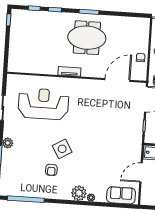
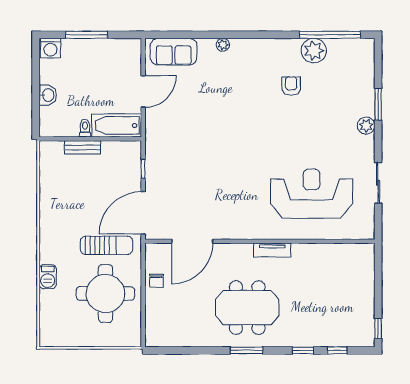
reception desk: (43, 104) -> (312, 194), turned 180
side table: (62, 149) -> (276, 122), removed
plant: (79, 193) -> (314, 51), moved

